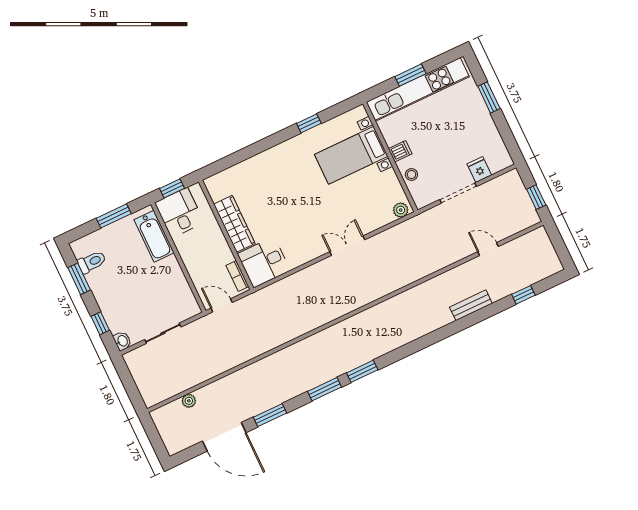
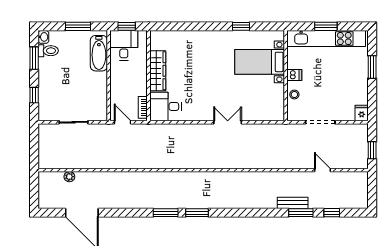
fridge: (479, 170) -> (362, 113), moved
plant: (401, 210) -> (276, 115), removed
washbasin: (122, 341) -> (43, 37), moved
window: (270, 415) -> (301, 213), moved

